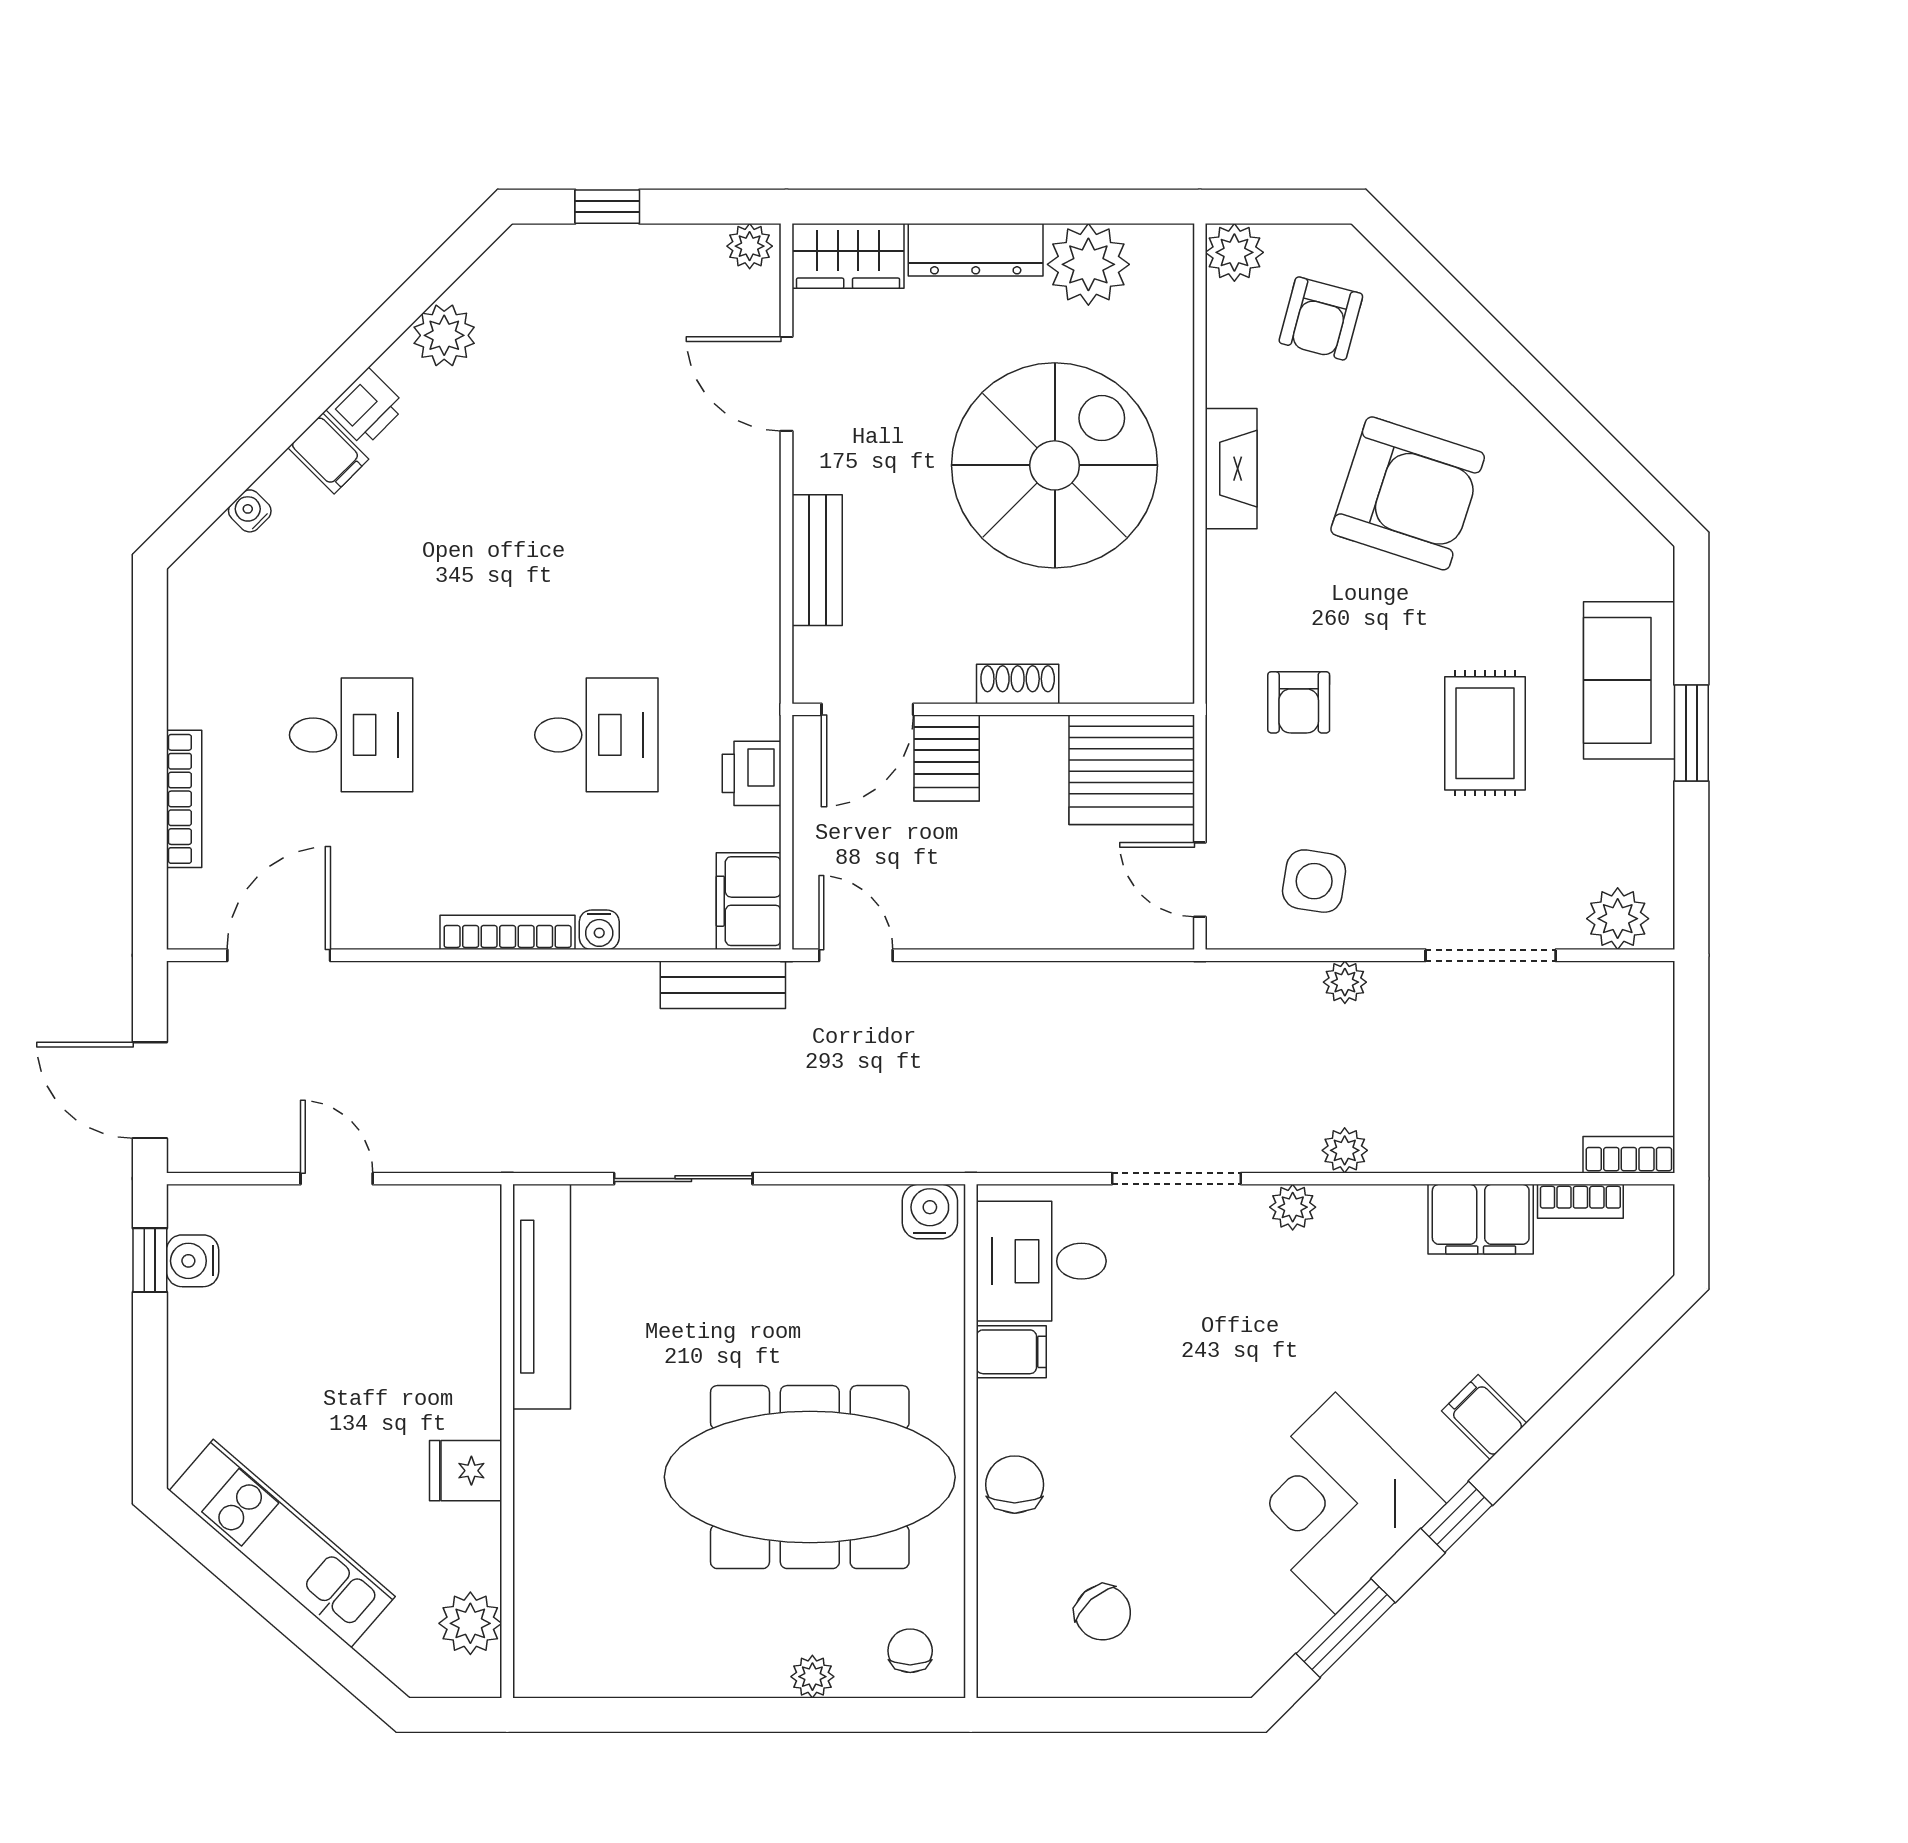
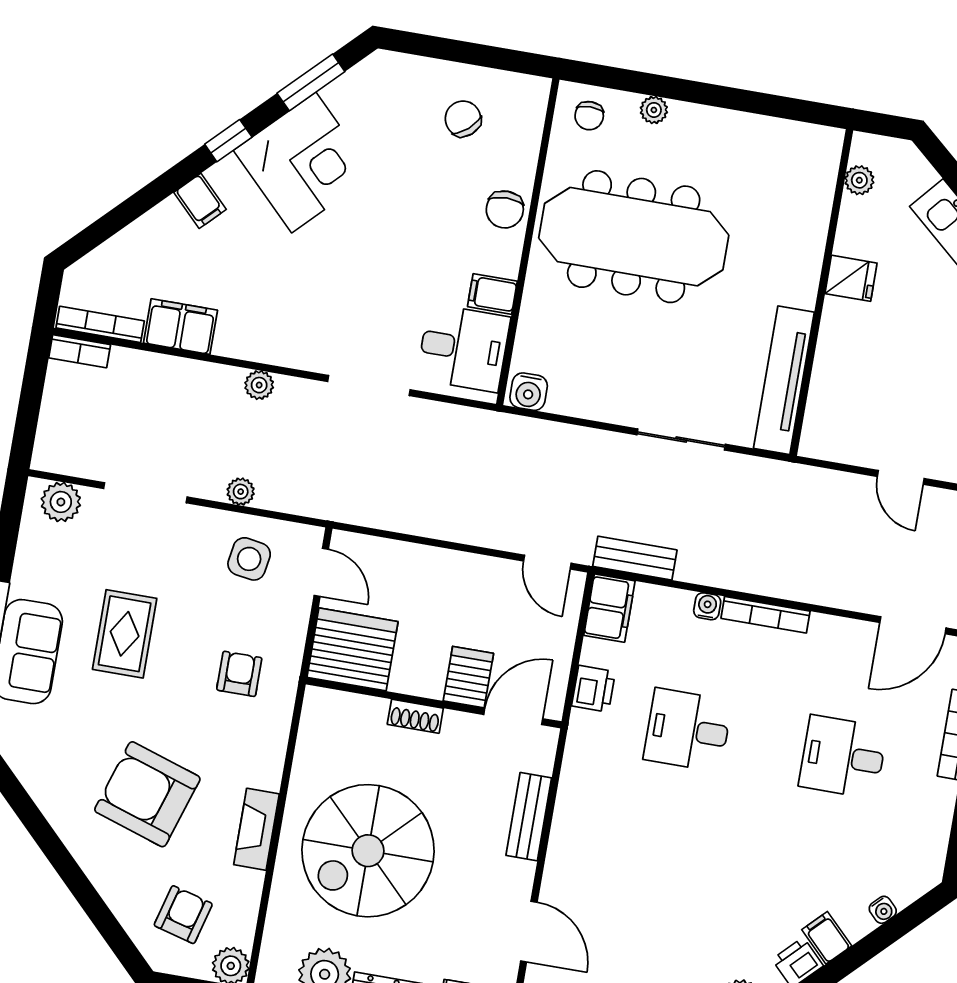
bookcase: (1580, 1201) -> (100, 324), width x1.56
plant: (1293, 1207) -> (298, 355), removed
plant: (470, 1623) -> (859, 180), width x0.73, depth x0.73

